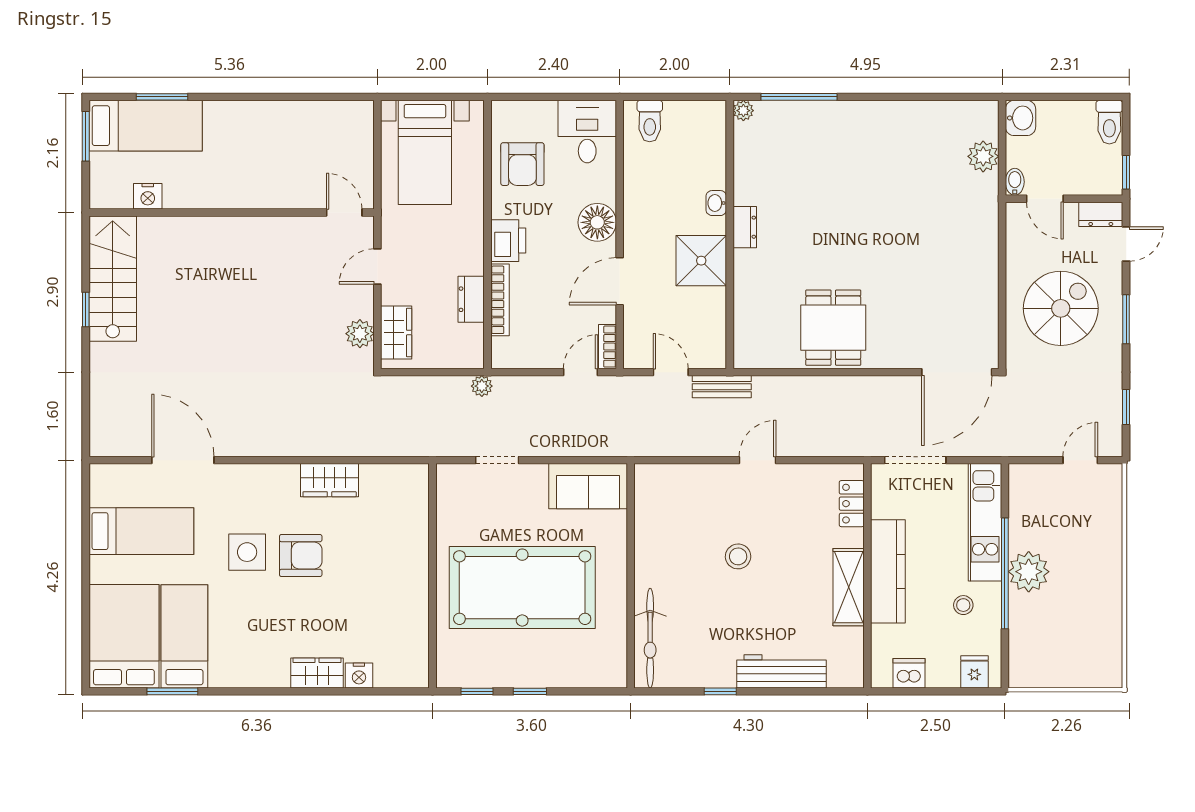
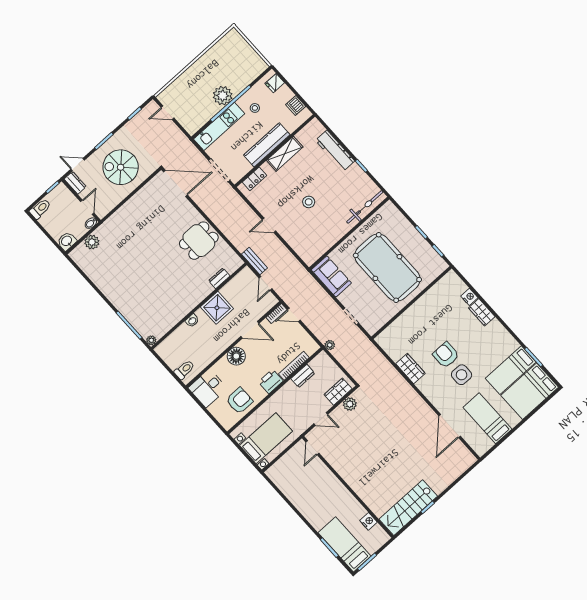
dresser: (745, 227) -> (219, 278), moved

